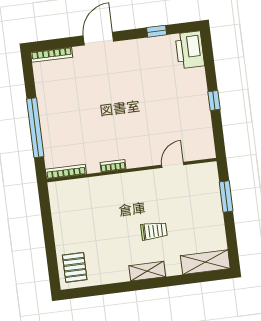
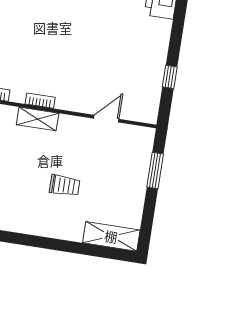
window: (214, 101) -> (170, 77), moved
shelving: (147, 271) -> (38, 119), moved

